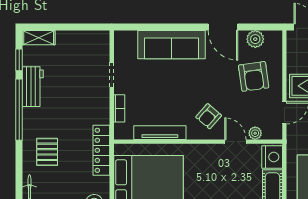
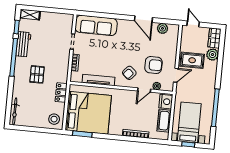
sofa: (171, 45) -> (96, 25), moved
armchair: (254, 76) -> (153, 65), moved, turned -82
door: (235, 142) -> (144, 90), swing flipped
locker: (101, 150) -> (61, 93), width x0.66
pallet: (47, 152) -> (37, 74), moved

